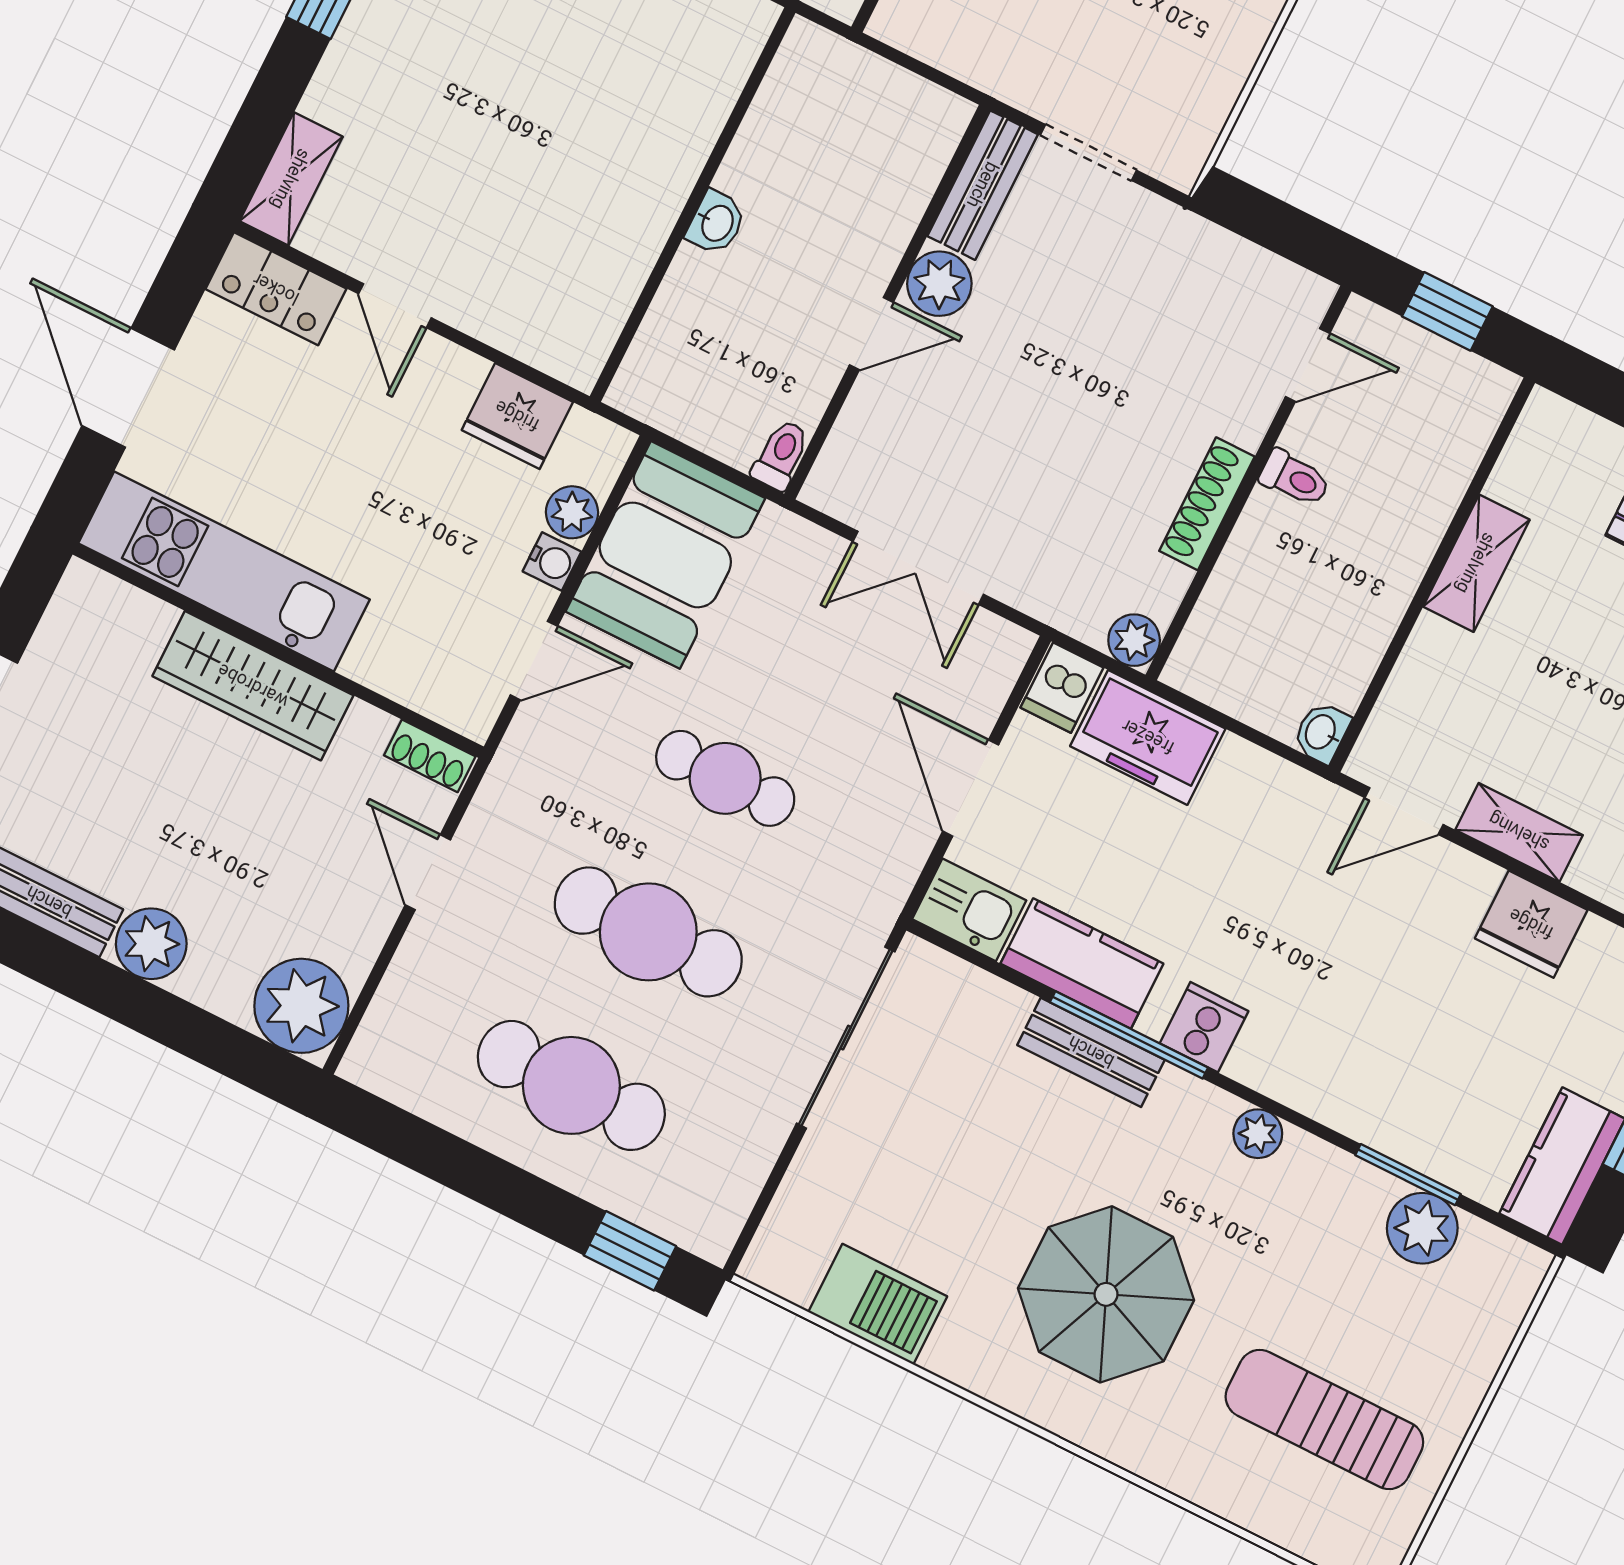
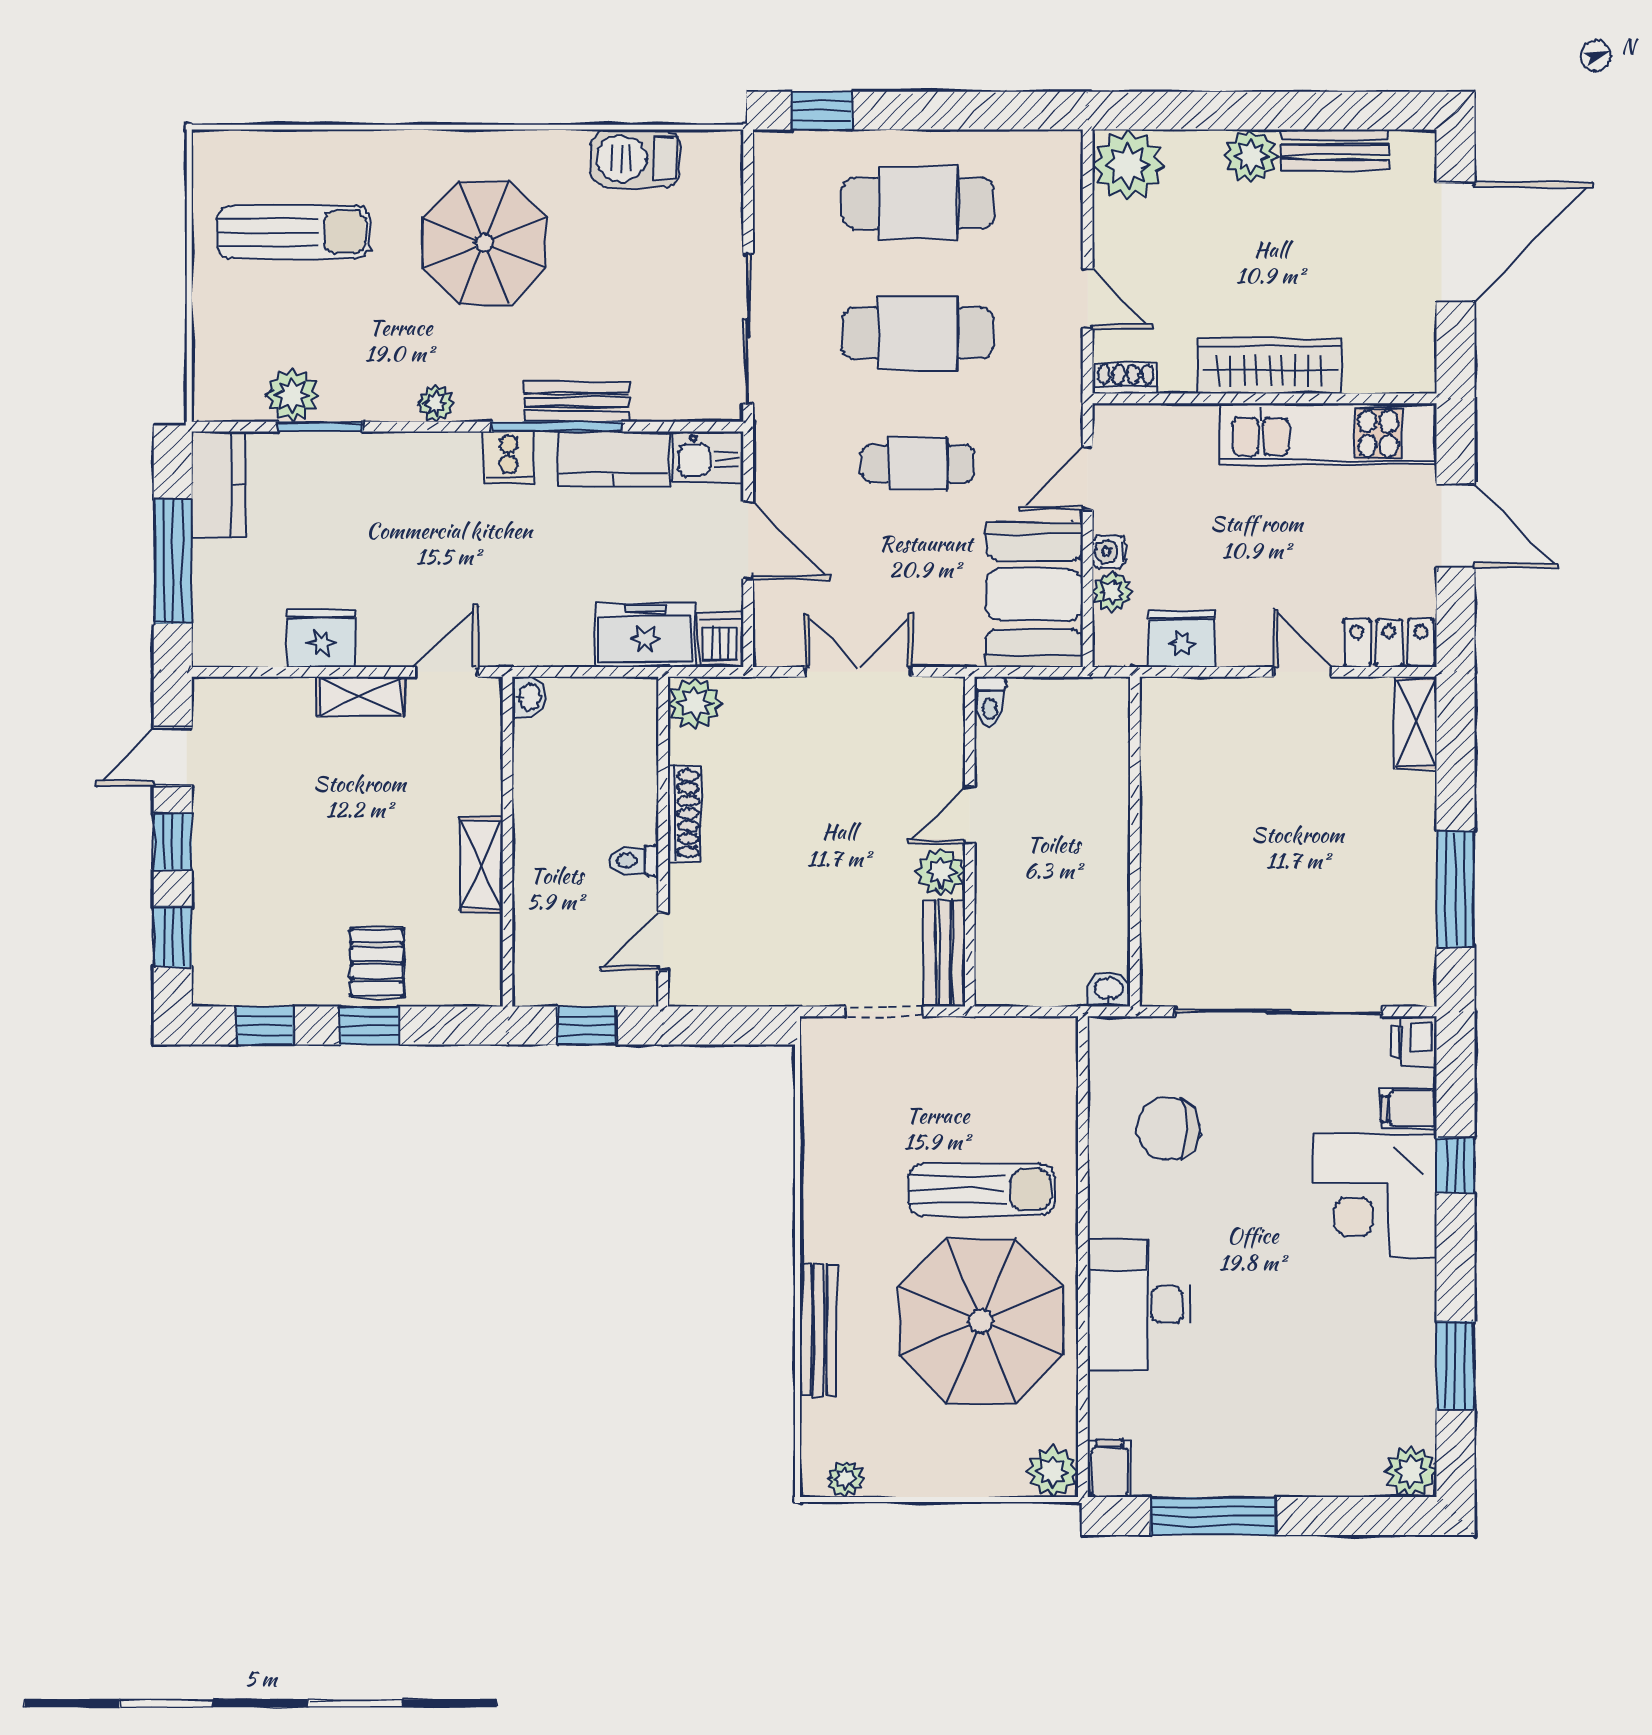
washbasin: (716, 223) -> (1108, 989), moved, turned 90
plant: (1134, 640) -> (695, 703), width x1.38, depth x1.38

